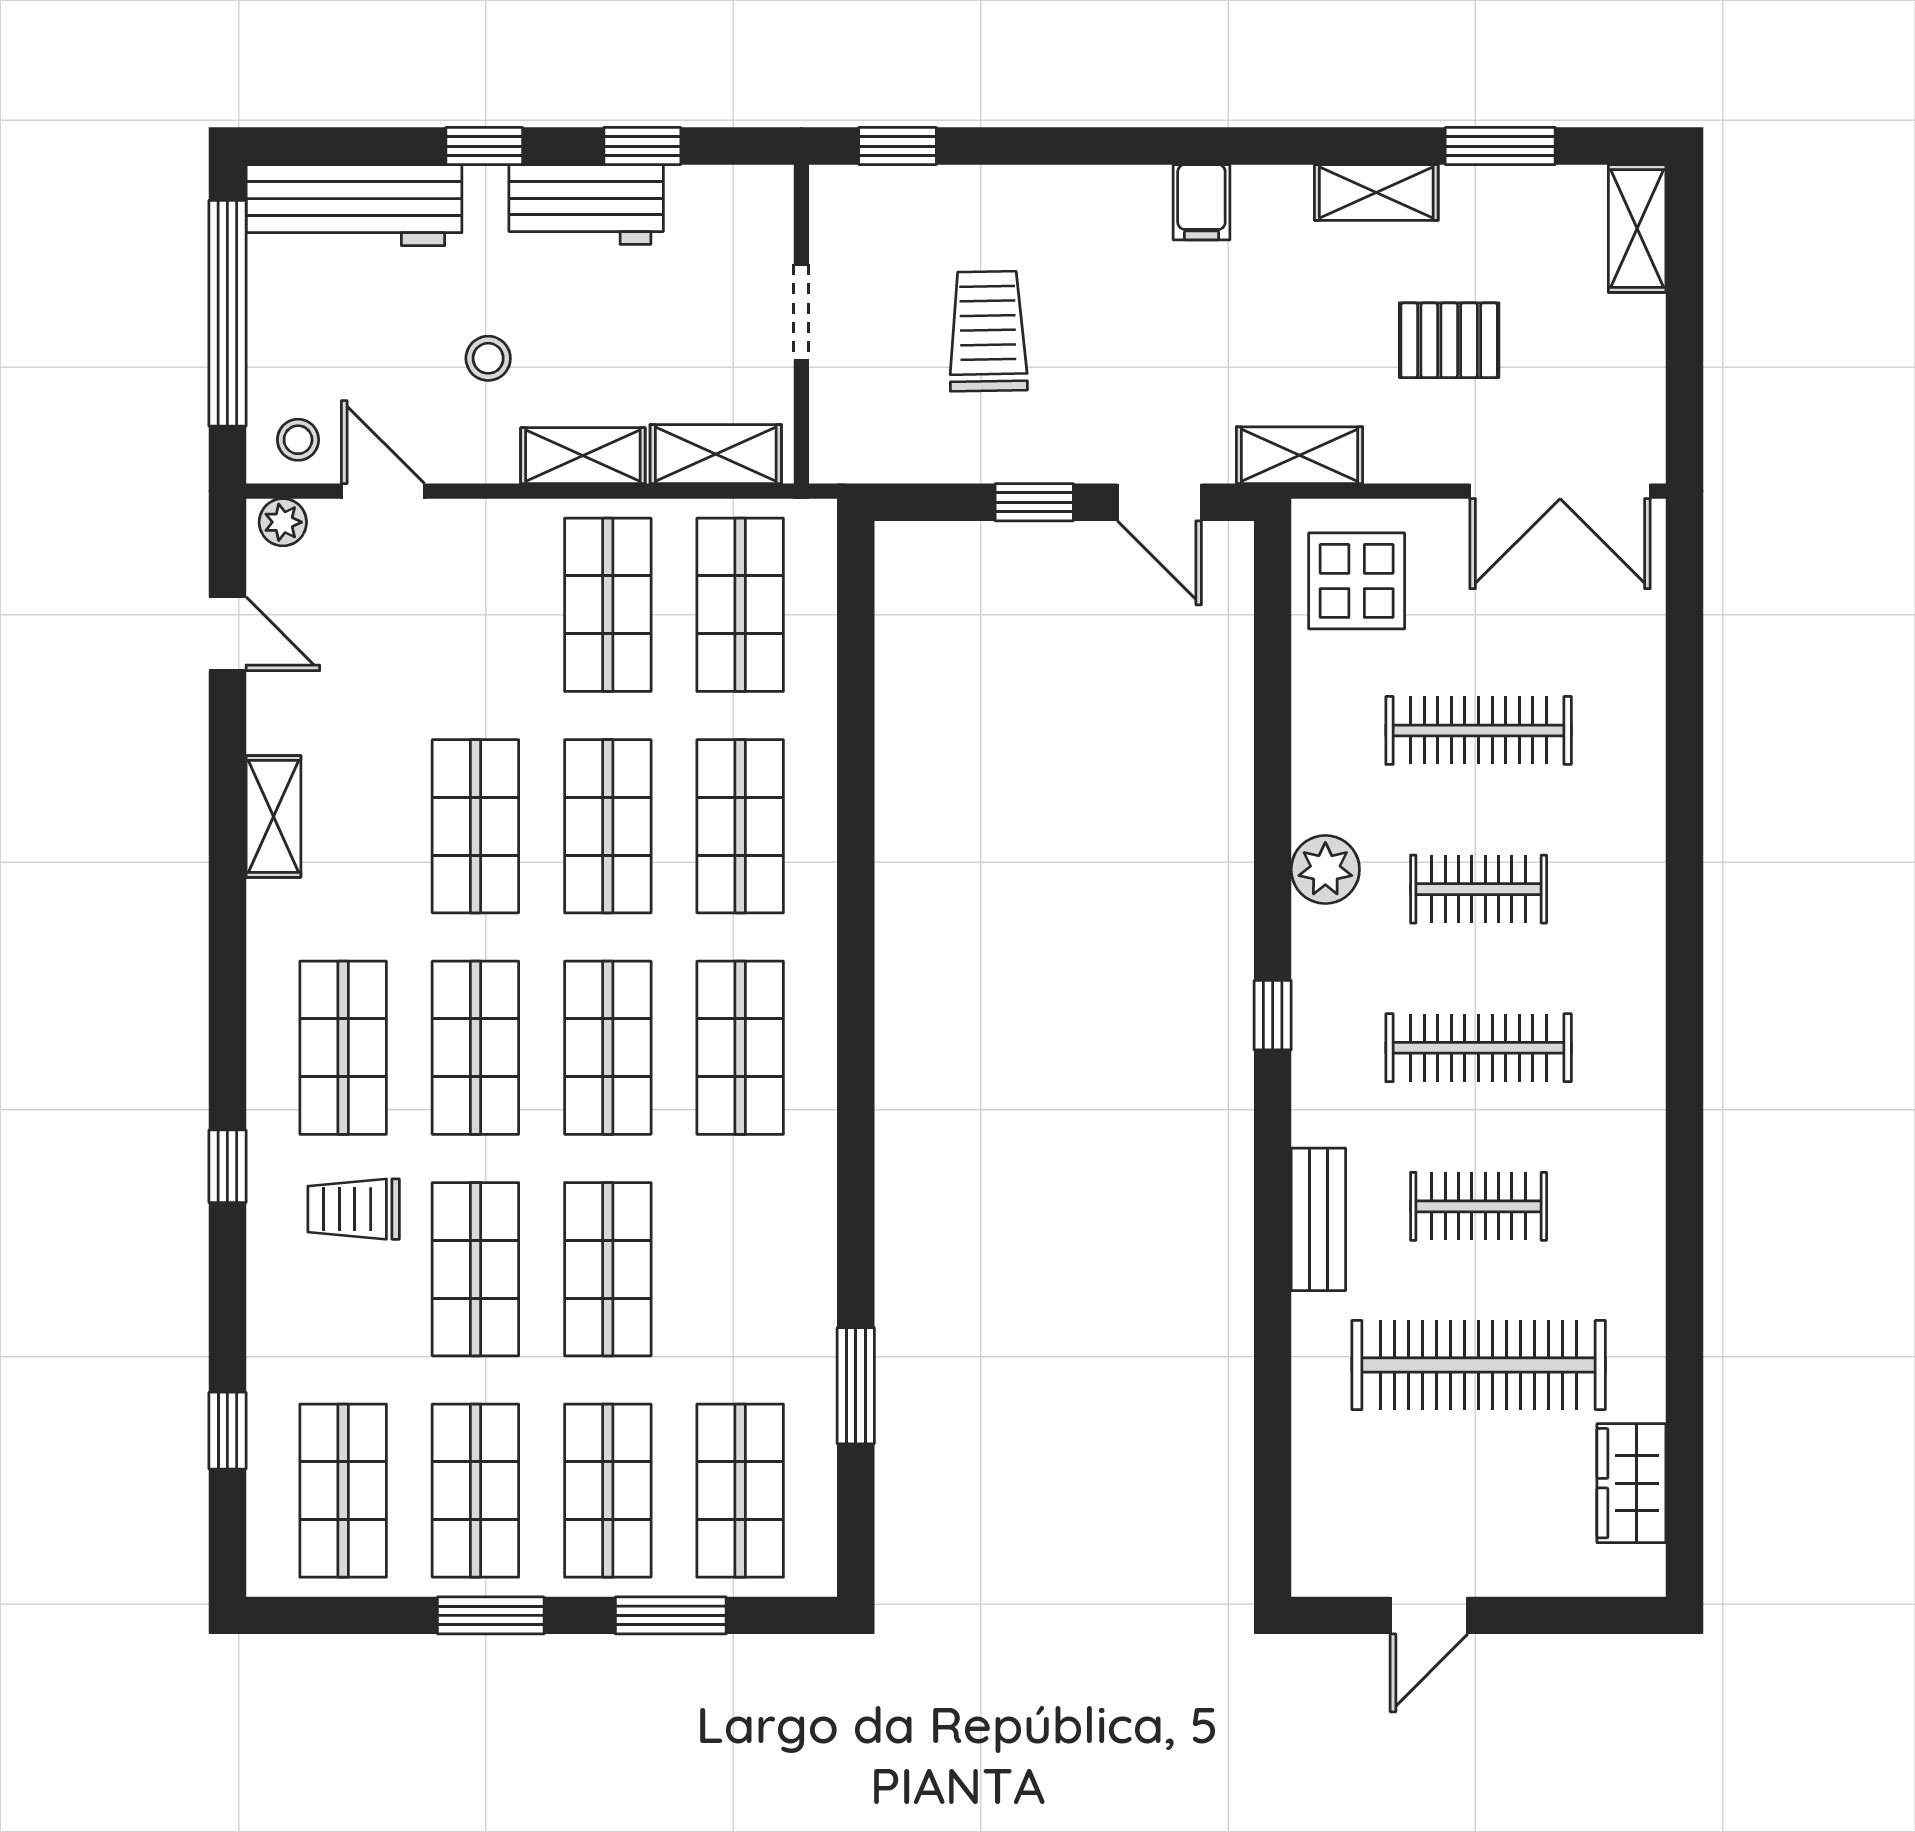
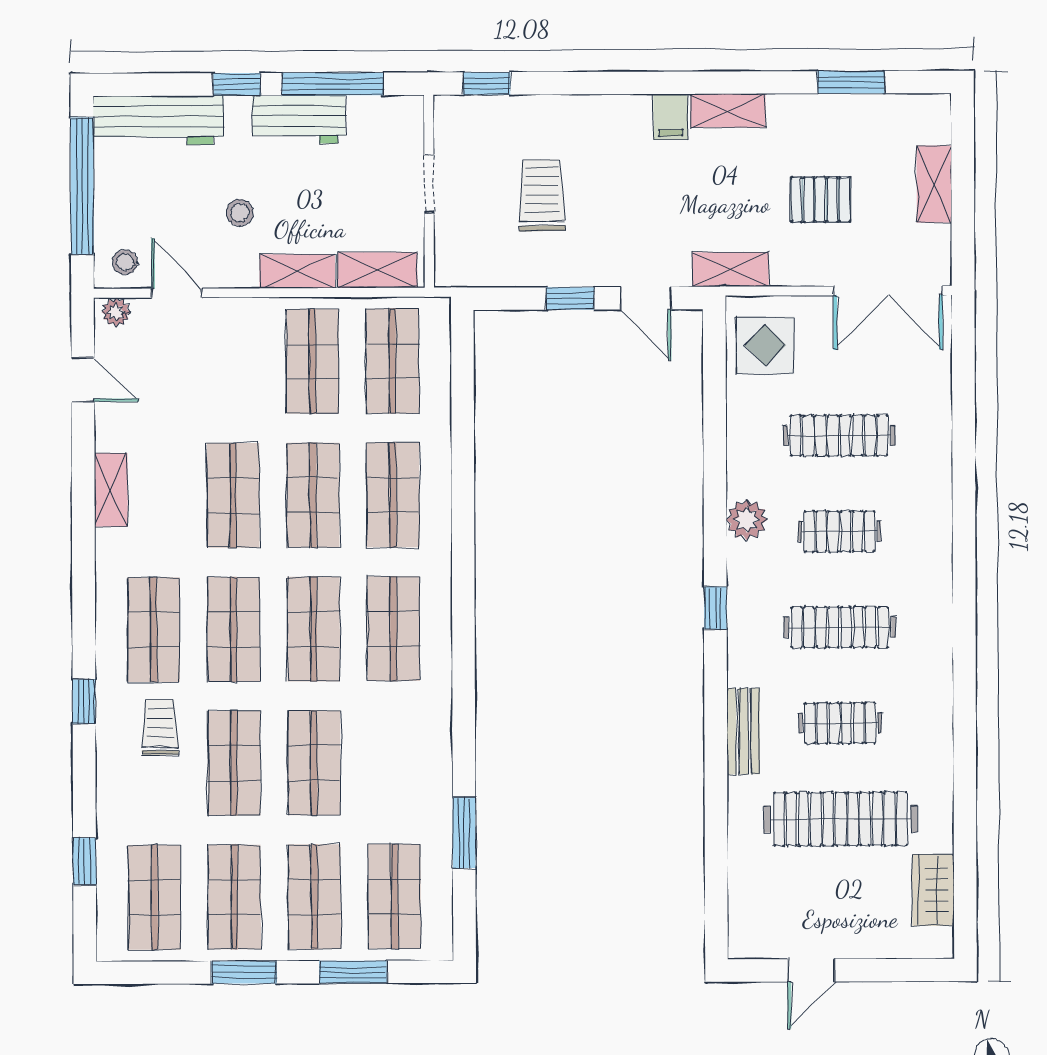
window: (642, 146) -> (333, 84), width x2.17
shelving: (1376, 192) -> (728, 111), moved
shelving: (1637, 229) -> (934, 184), moved
trolley: (354, 1209) -> (160, 727), turned 90

